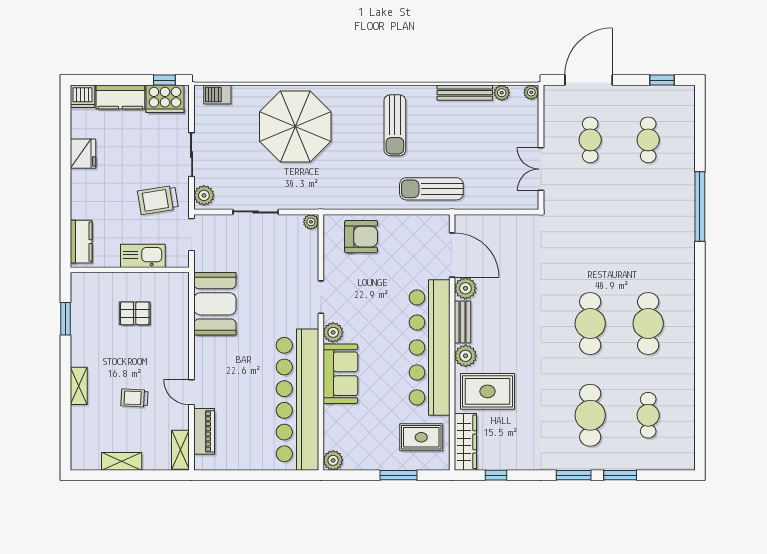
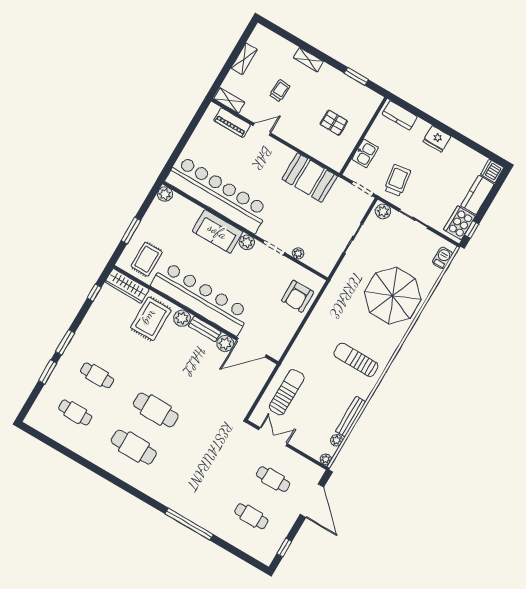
fridge: (83, 154) -> (437, 139), moved
sun lounger: (431, 189) -> (287, 392), moved
plant: (311, 222) -> (298, 253), moved
kitchen sink: (143, 256) -> (365, 153), width x0.73
pallet: (135, 313) -> (334, 123), turned 90
cafe table: (590, 415) -> (97, 375), width x0.73, depth x0.74

